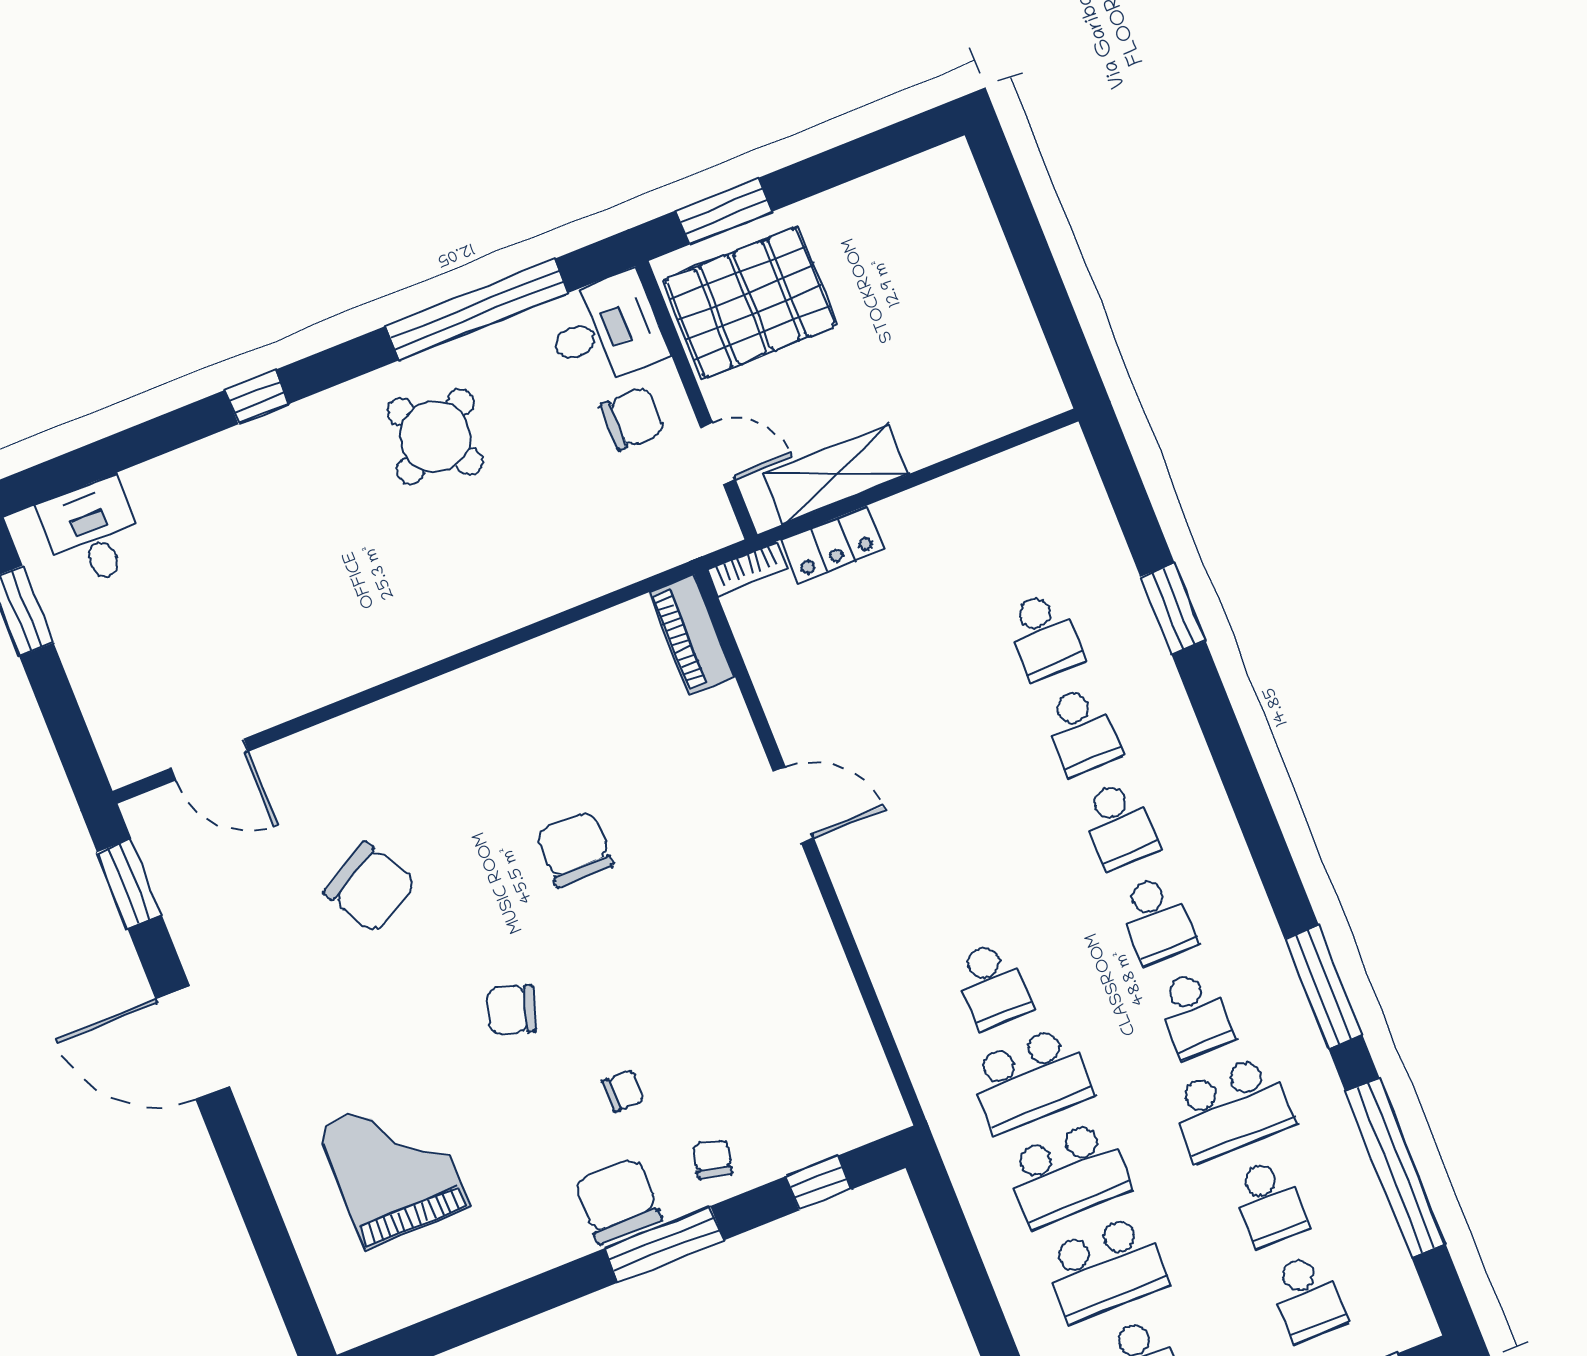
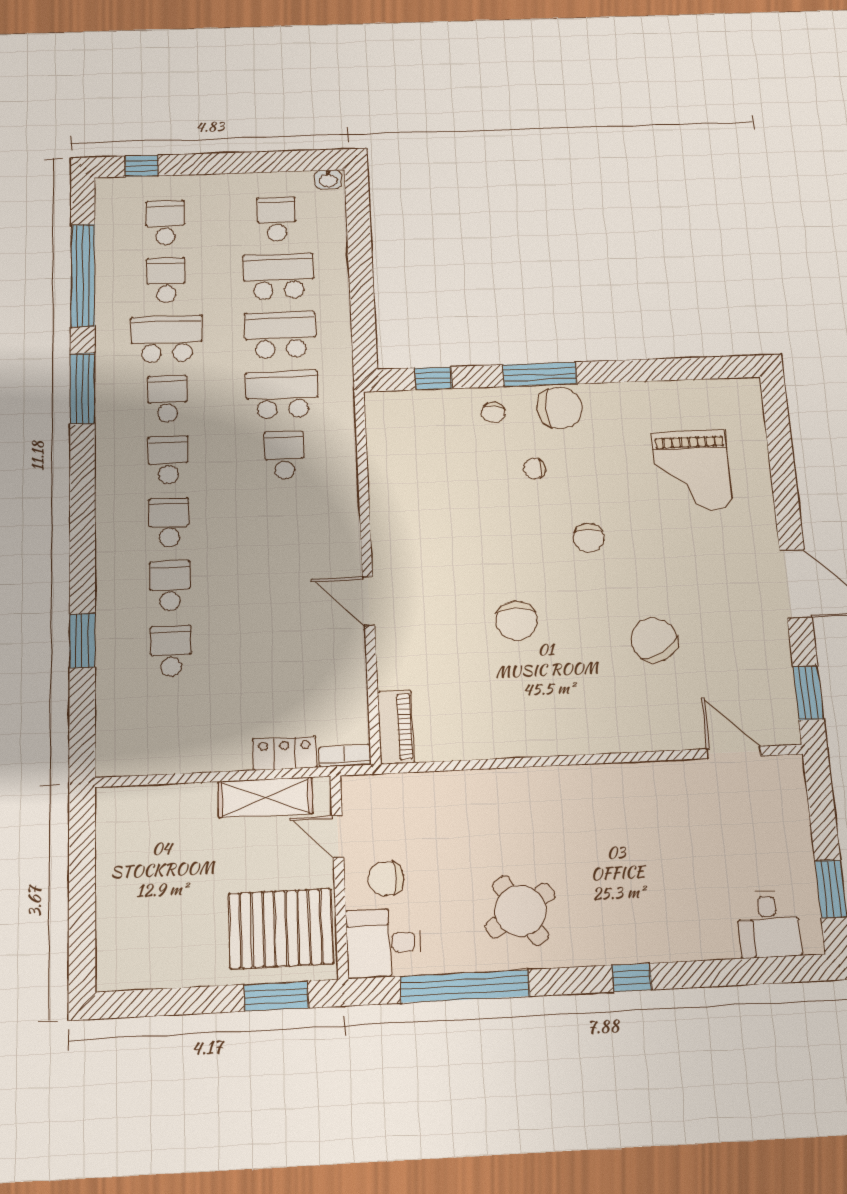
chair: (512, 1010) -> (588, 538), turned 73
chair: (618, 1200) -> (560, 408), turned -91

